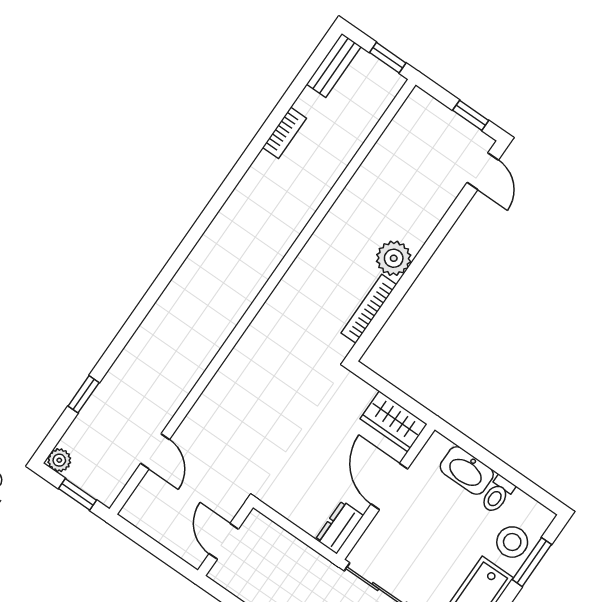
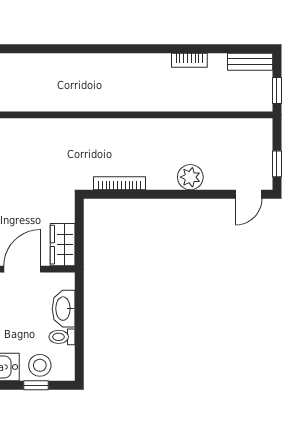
plant: (394, 258) -> (190, 177), moved
window: (532, 562) -> (36, 385), width x0.67

